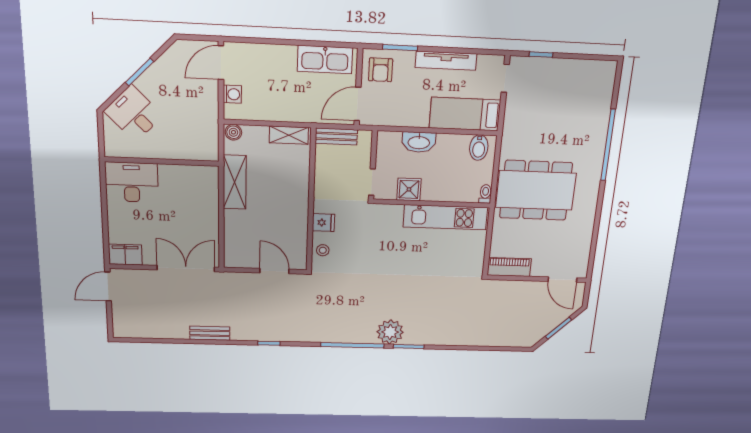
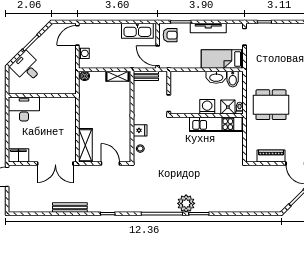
armchair: (381, 70) -> (170, 35), turned -90
door: (358, 104) -> (158, 56), hinge flipped
washbasin: (419, 142) -> (216, 77), moved
shelving: (235, 182) -> (85, 145), moved
shower: (409, 189) -> (228, 107), moved
washing machine: (434, 190) -> (207, 107), added
dining table: (536, 190) -> (271, 105), width x0.73, depth x0.80
piano: (509, 267) -> (271, 156), moved
double door: (186, 268) -> (55, 163), swing flipped
bench: (210, 333) -> (70, 207), width x1.36

